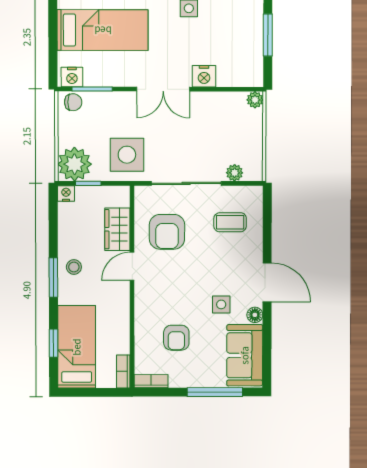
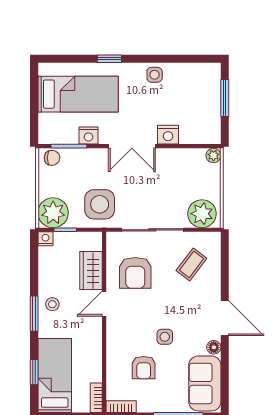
nightstand: (72, 77) -> (89, 136), moved
plant: (235, 173) -> (202, 214), width x1.88, depth x1.88
coffee table: (230, 222) -> (191, 264), turned -53
side table: (221, 304) -> (165, 337), moved

